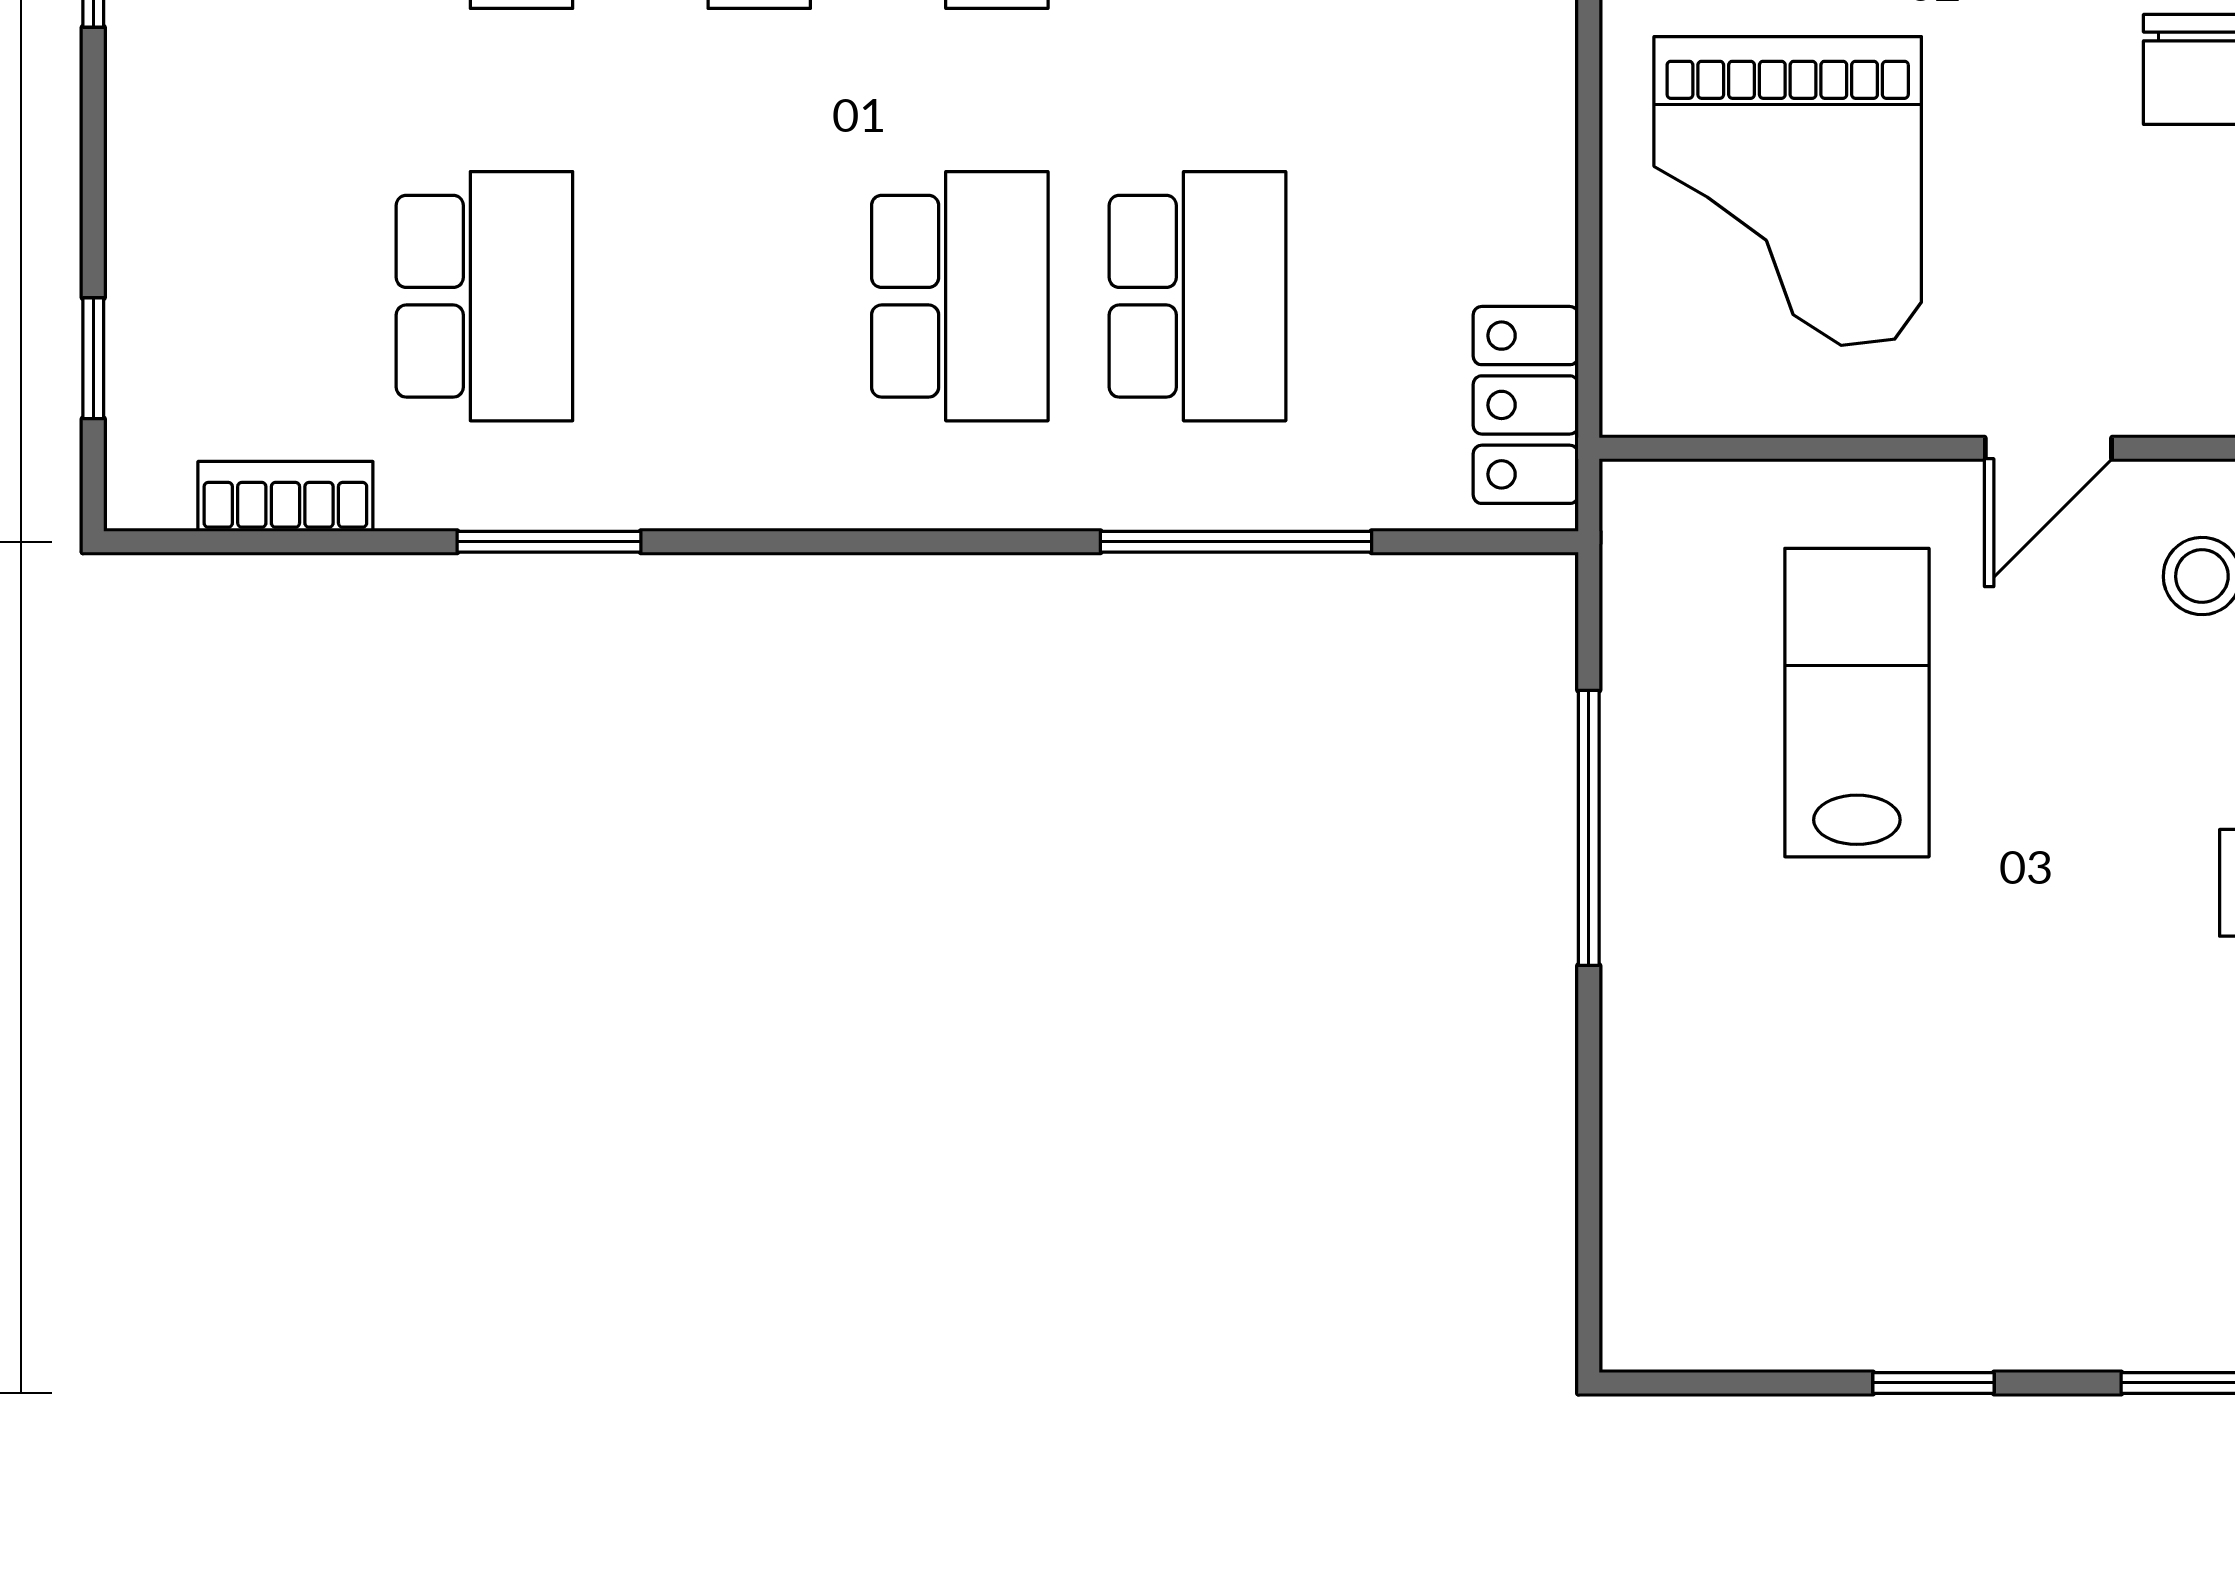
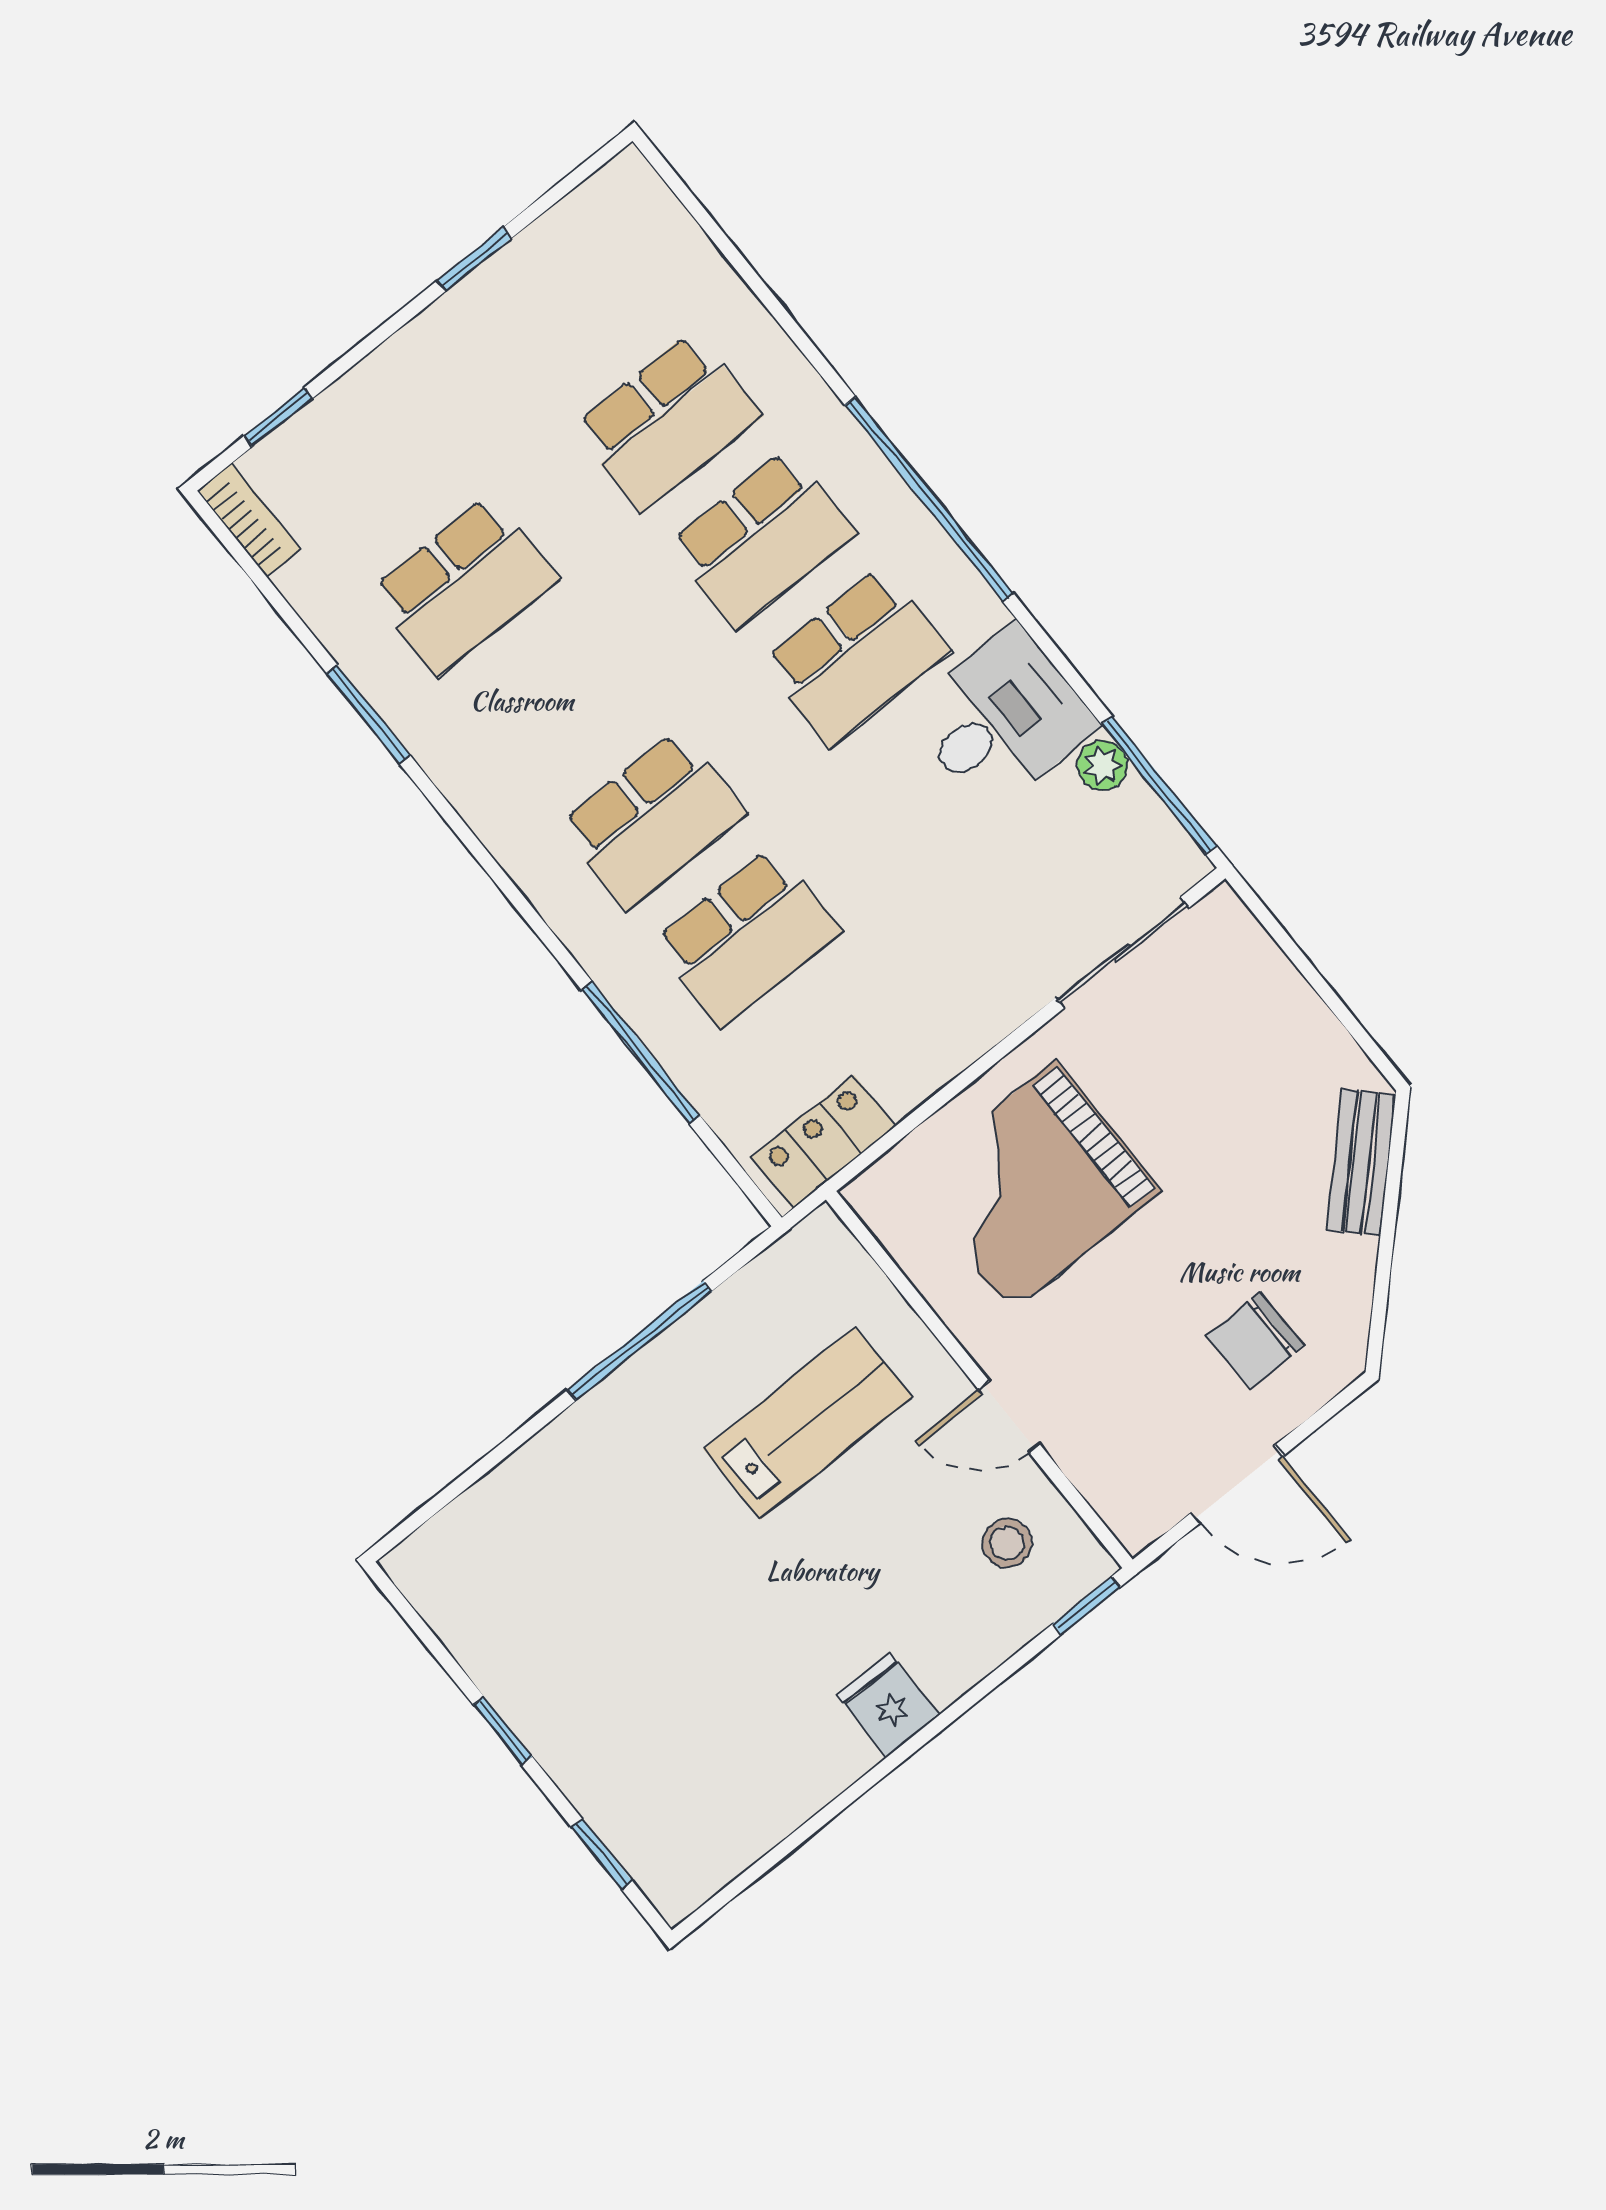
bookcase: (285, 496) -> (249, 520), moved

